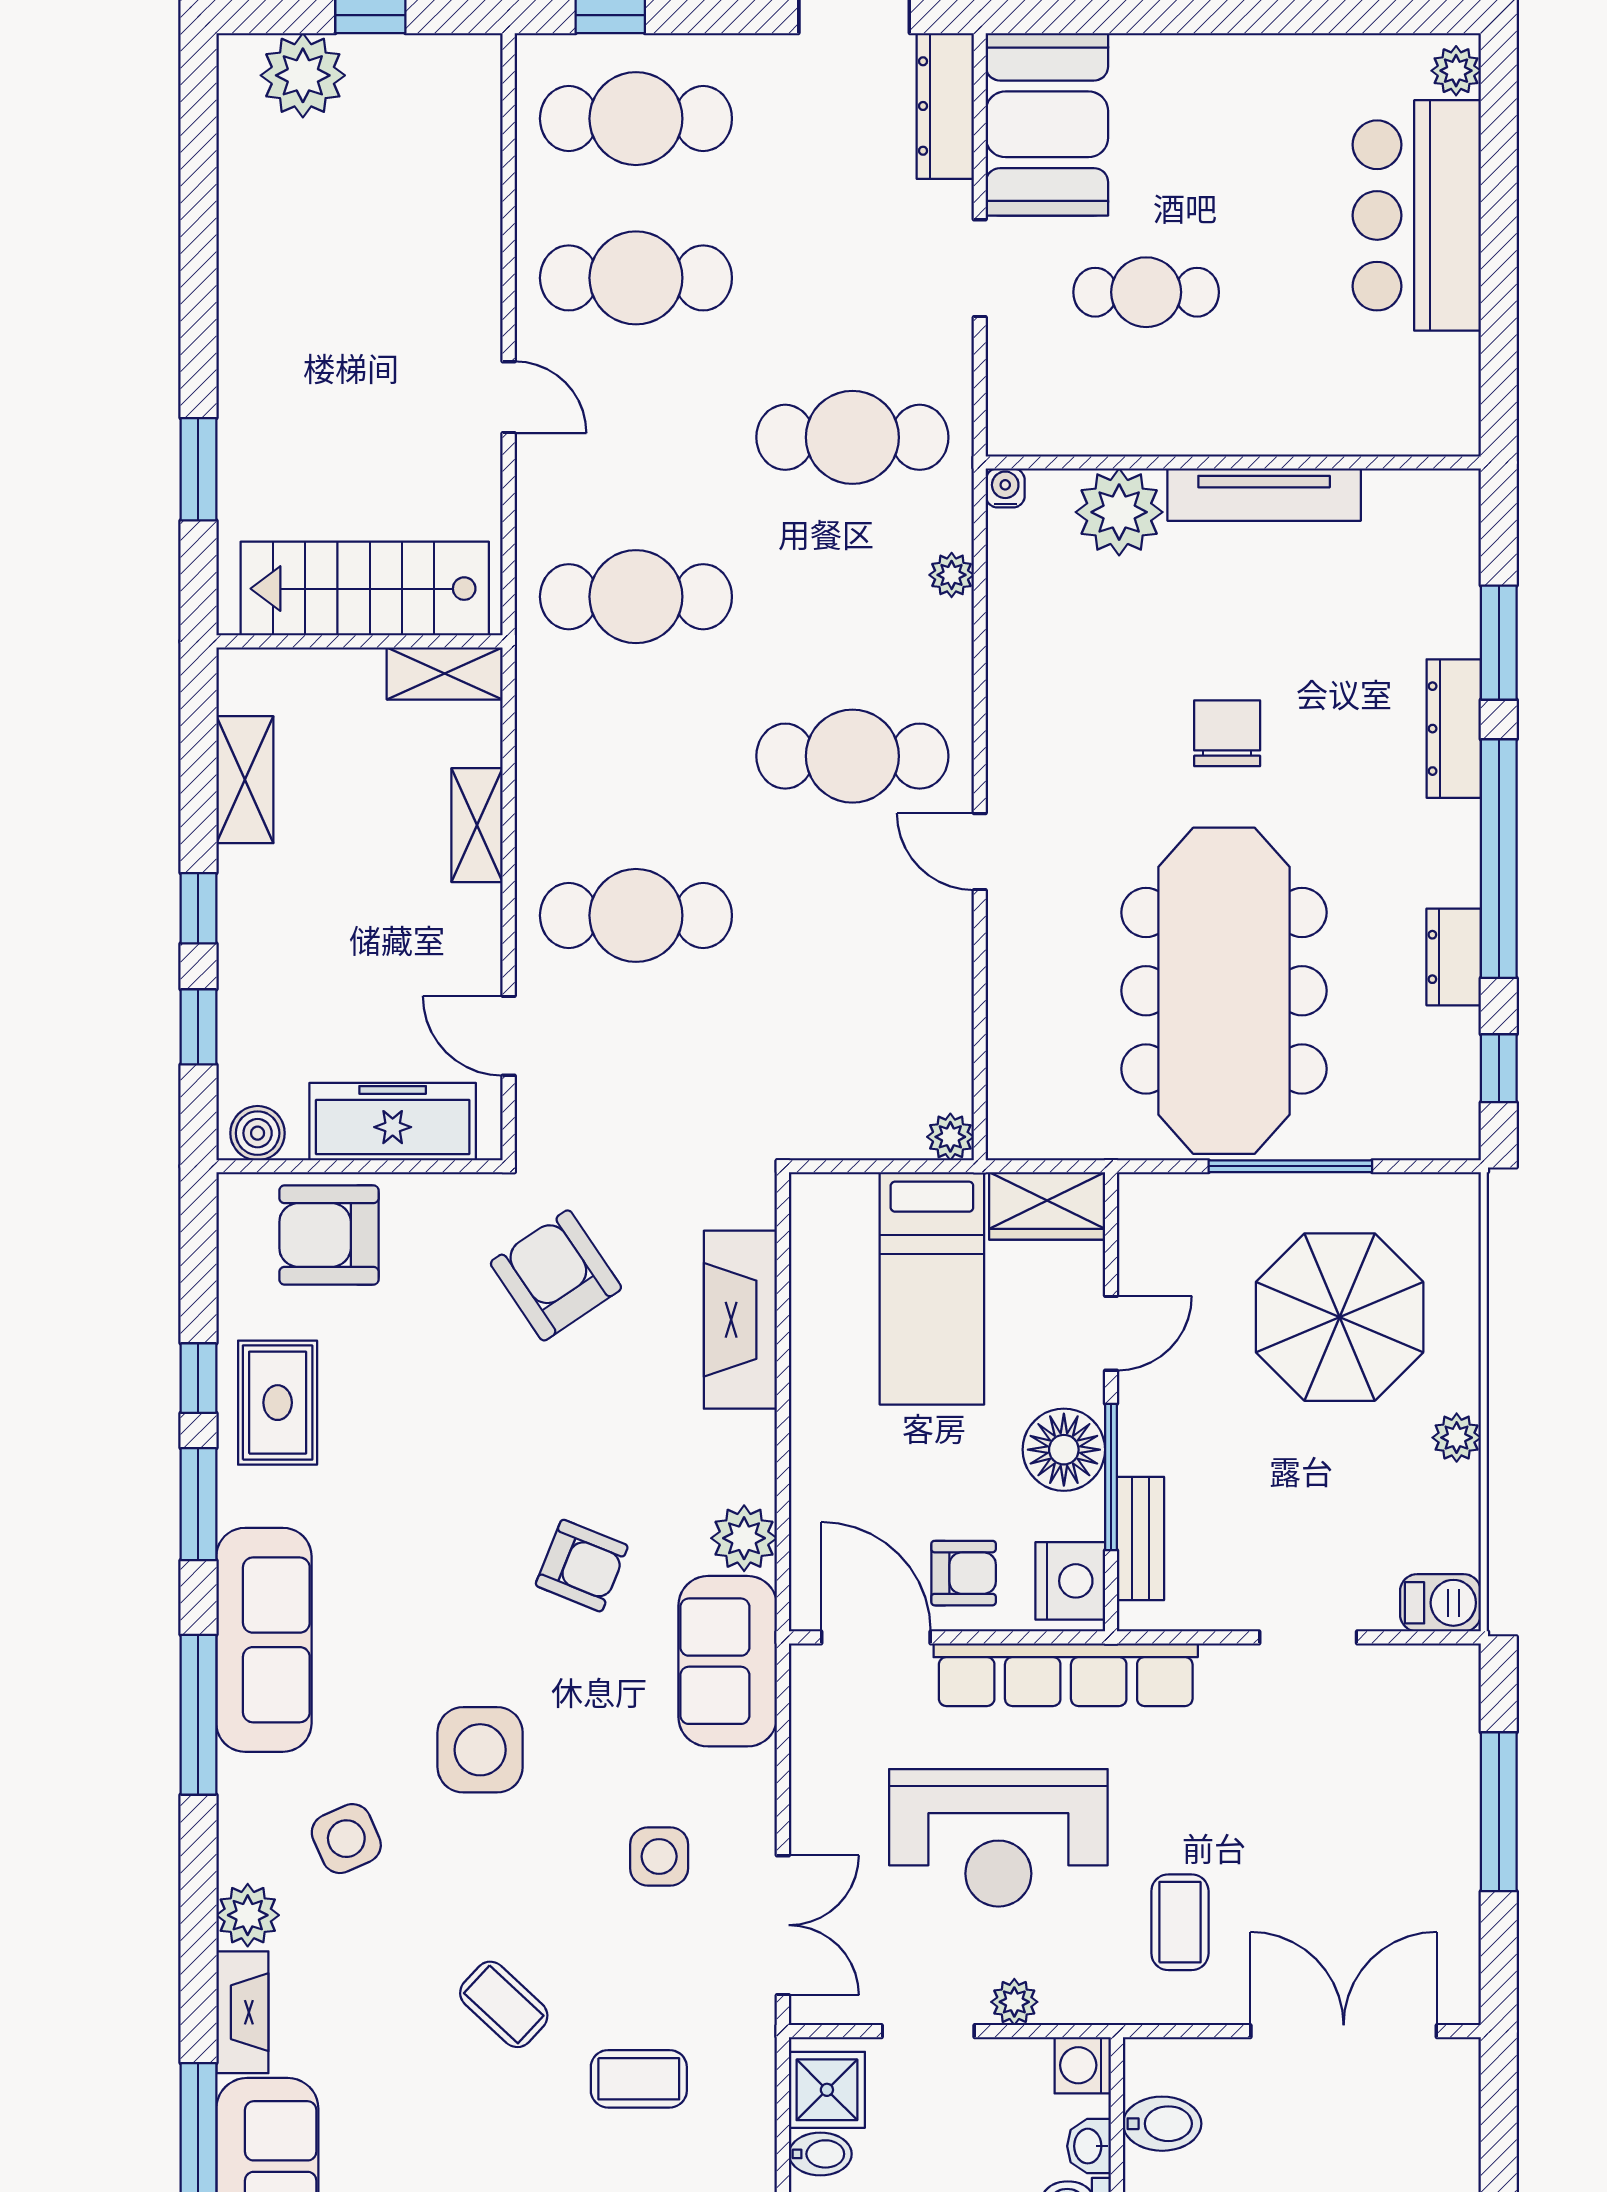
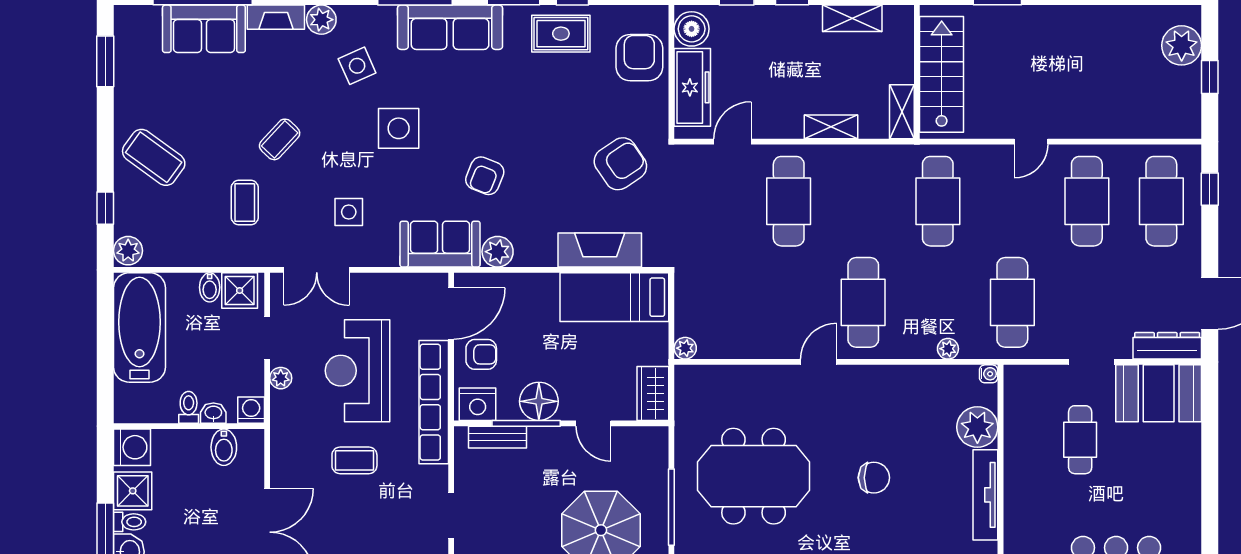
meeting table: (1224, 991) -> (754, 476), width x0.73
boiler: (258, 1133) -> (692, 29), width x1.36, depth x1.36
bed: (932, 1288) -> (614, 297), moved
armchair: (964, 1573) -> (481, 354), turned -90
coffee table: (1180, 1922) -> (354, 460), moved

